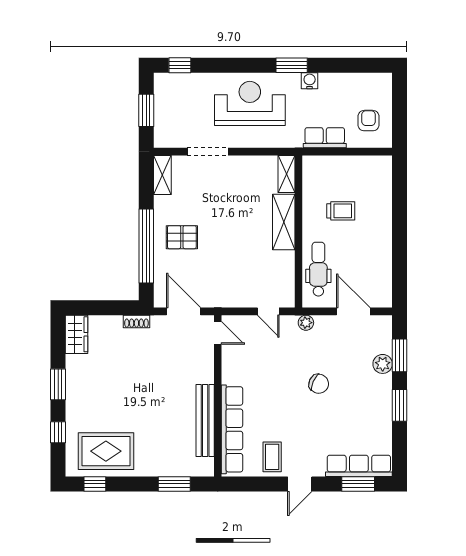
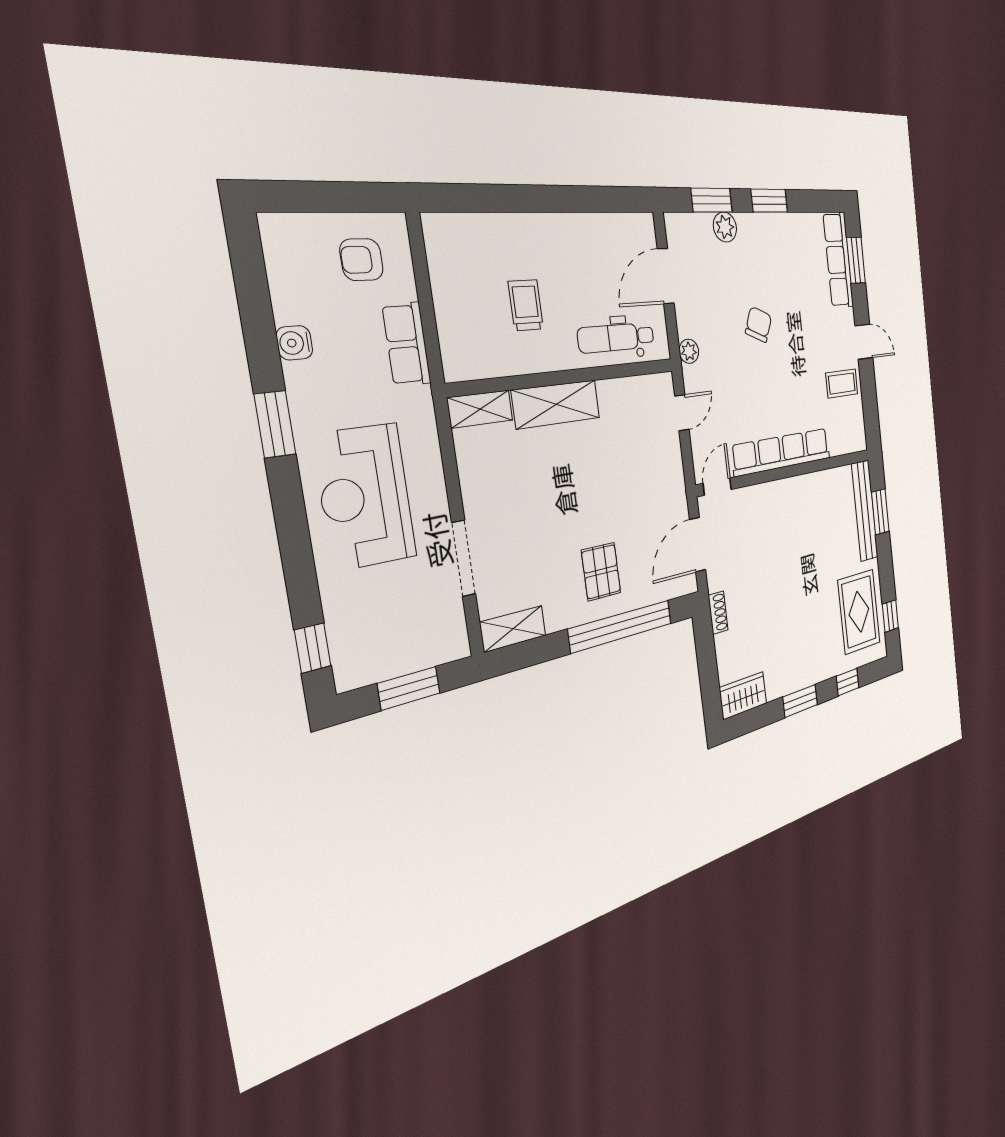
water cooler: (310, 81) -> (294, 343), moved
bench: (205, 420) -> (865, 511), moved, turned 90
row of seats: (232, 429) -> (782, 452), moved

